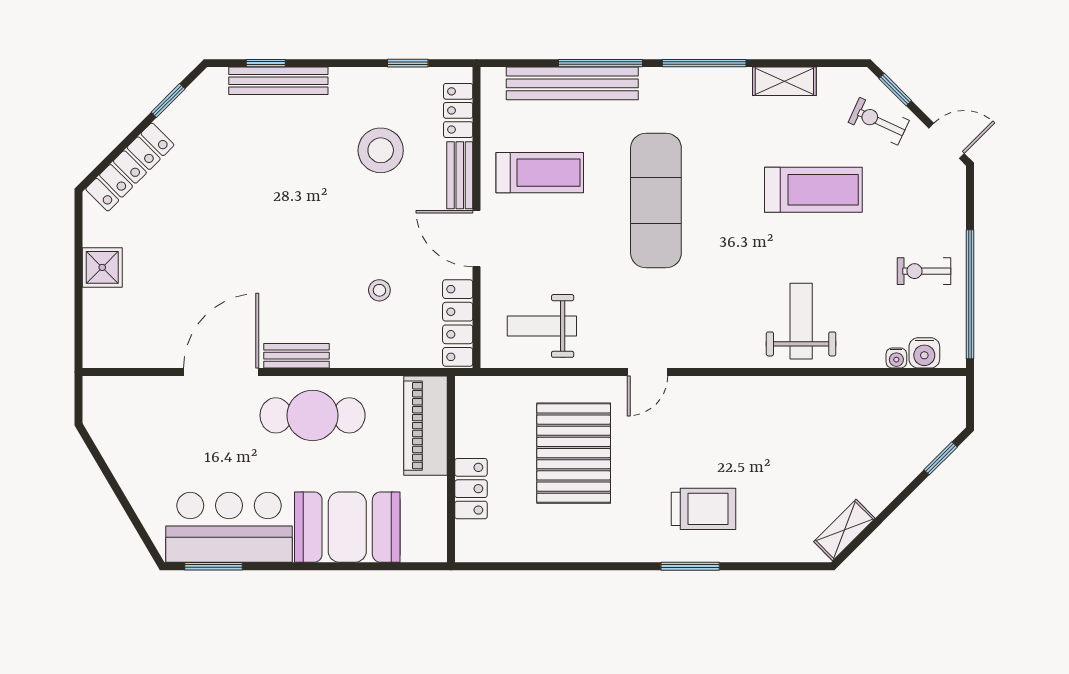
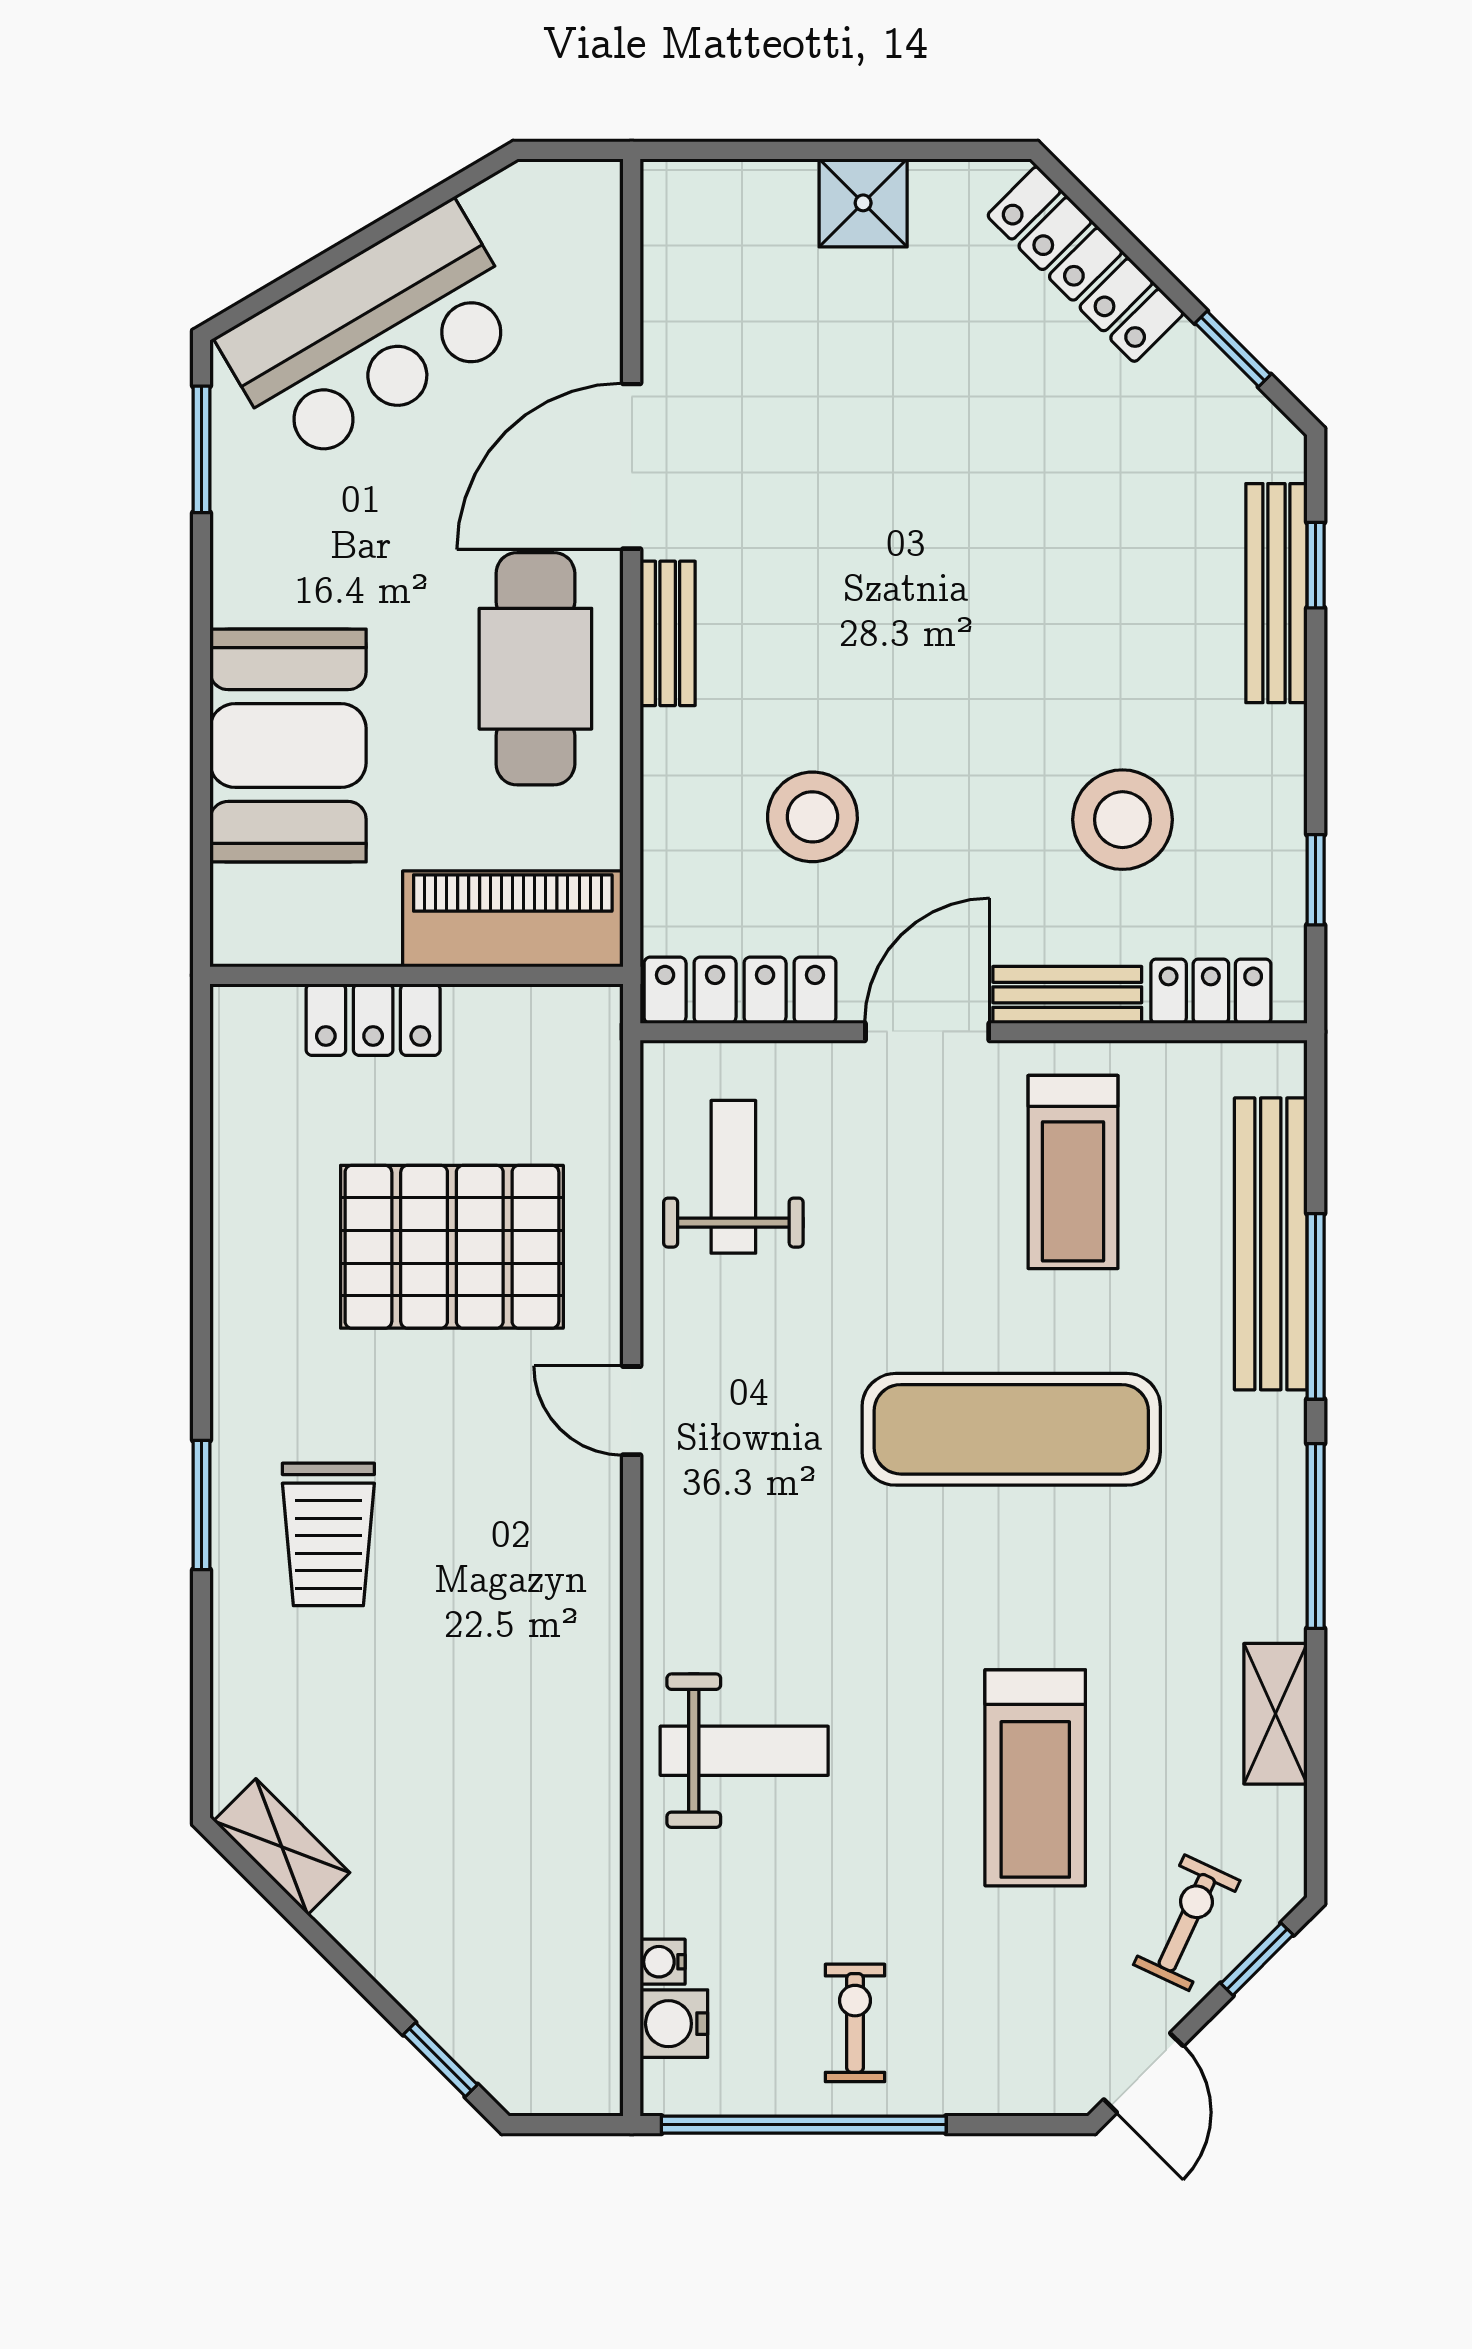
stool: (379, 290) -> (812, 817), width x1.89, depth x1.89
door: (221, 372) -> (632, 466), swing flipped
bar counter: (229, 527) -> (373, 334), moved, turned 59

